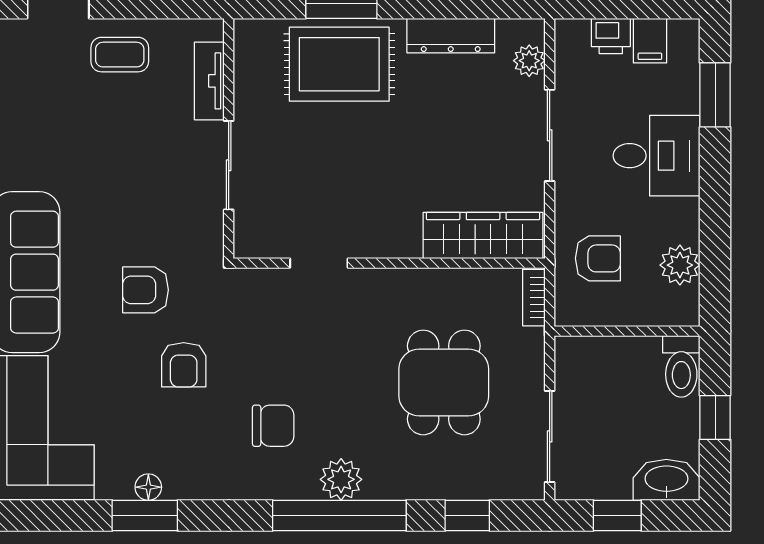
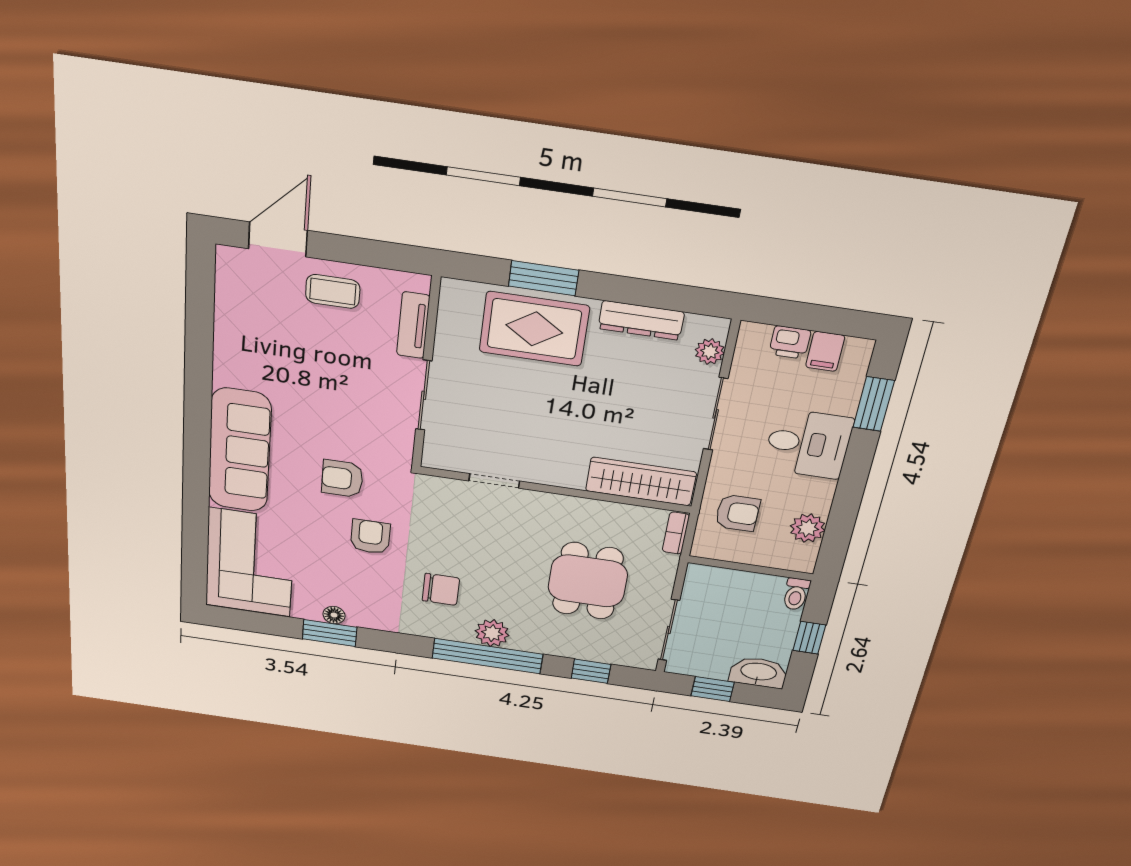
armchair: (184, 365) -> (370, 537), turned 180
toilet: (681, 366) -> (796, 594), width x0.73, depth x0.72

